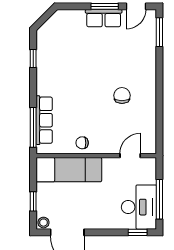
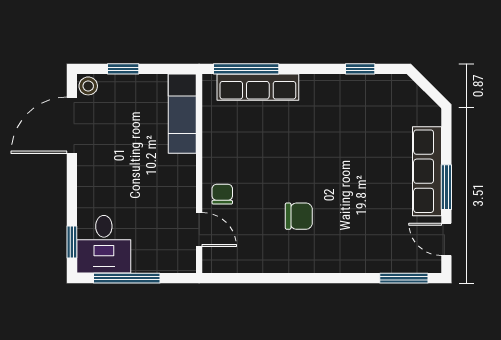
row of seats: (104, 18) -> (427, 171), width x1.48
chair: (82, 143) -> (222, 194), moved
exam couch: (69, 170) -> (182, 114), width x0.73, depth x0.69
desk: (139, 207) -> (104, 244), width x0.73

